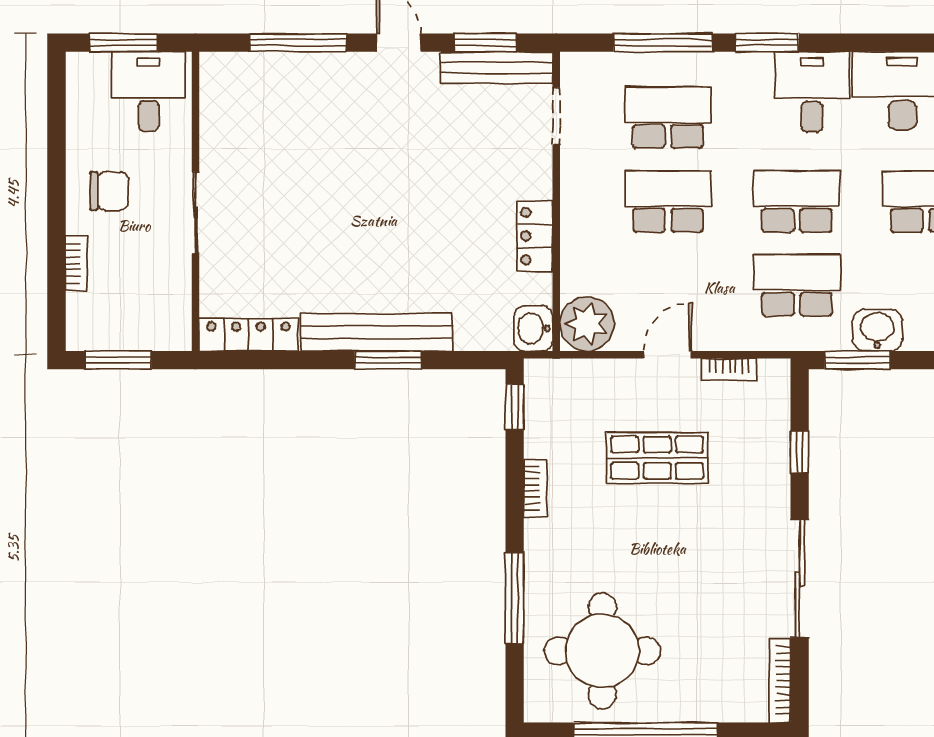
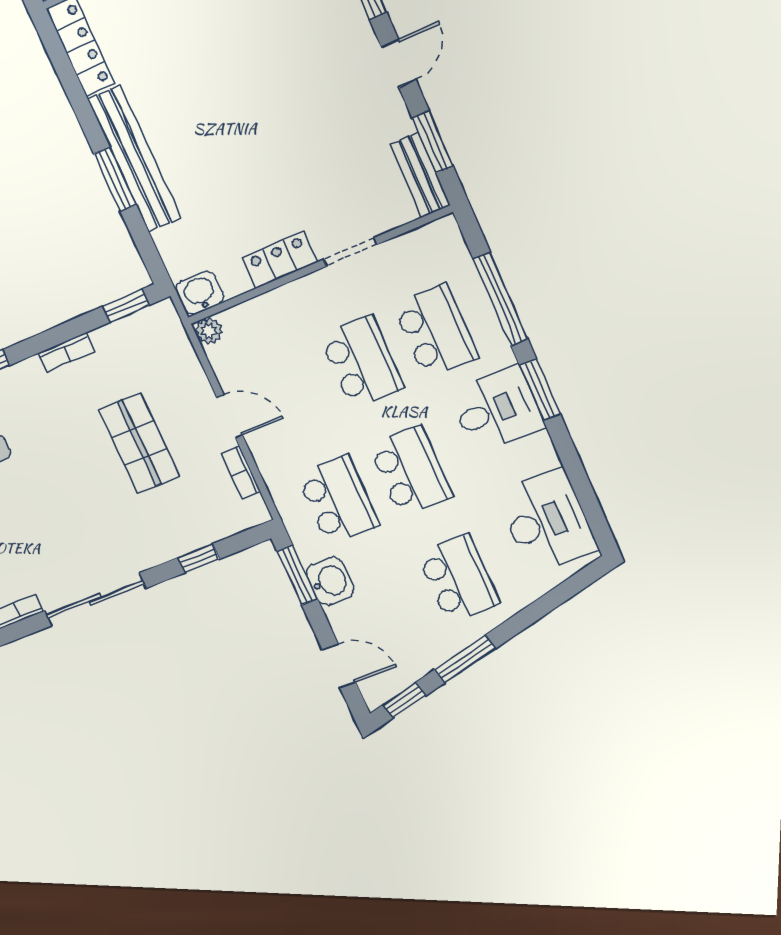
bench: (496, 67) -> (420, 175), width x0.73
desk: (812, 92) -> (497, 410), moved
doorway: (556, 116) -> (350, 252), moved
plant: (587, 324) -> (209, 331), width x0.53, depth x0.53

